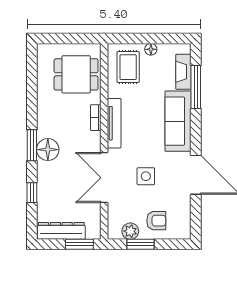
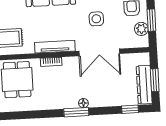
floor lamp: (48, 150) -> (83, 103), width x0.53, depth x0.53
window: (32, 193) -> (130, 109), moved
window: (79, 244) -> (155, 80), moved

